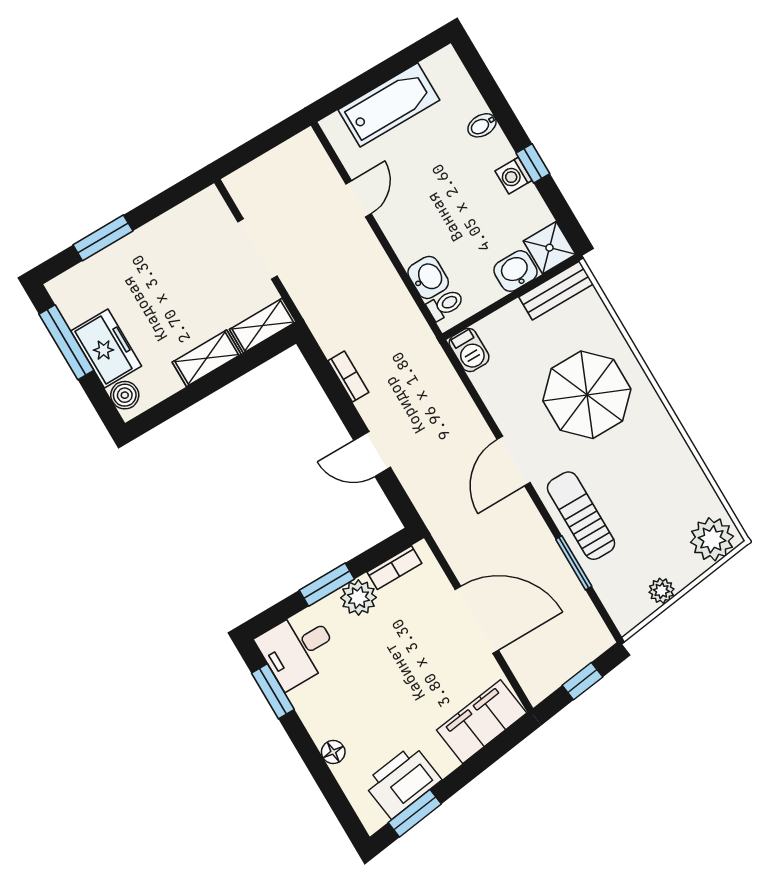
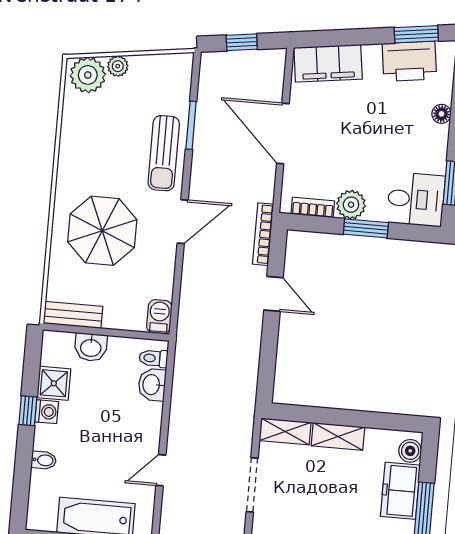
shower: (549, 248) -> (54, 383), moved
bookcase: (348, 377) -> (263, 234), moved, width x1.56
plant: (661, 591) -> (118, 66), moved

